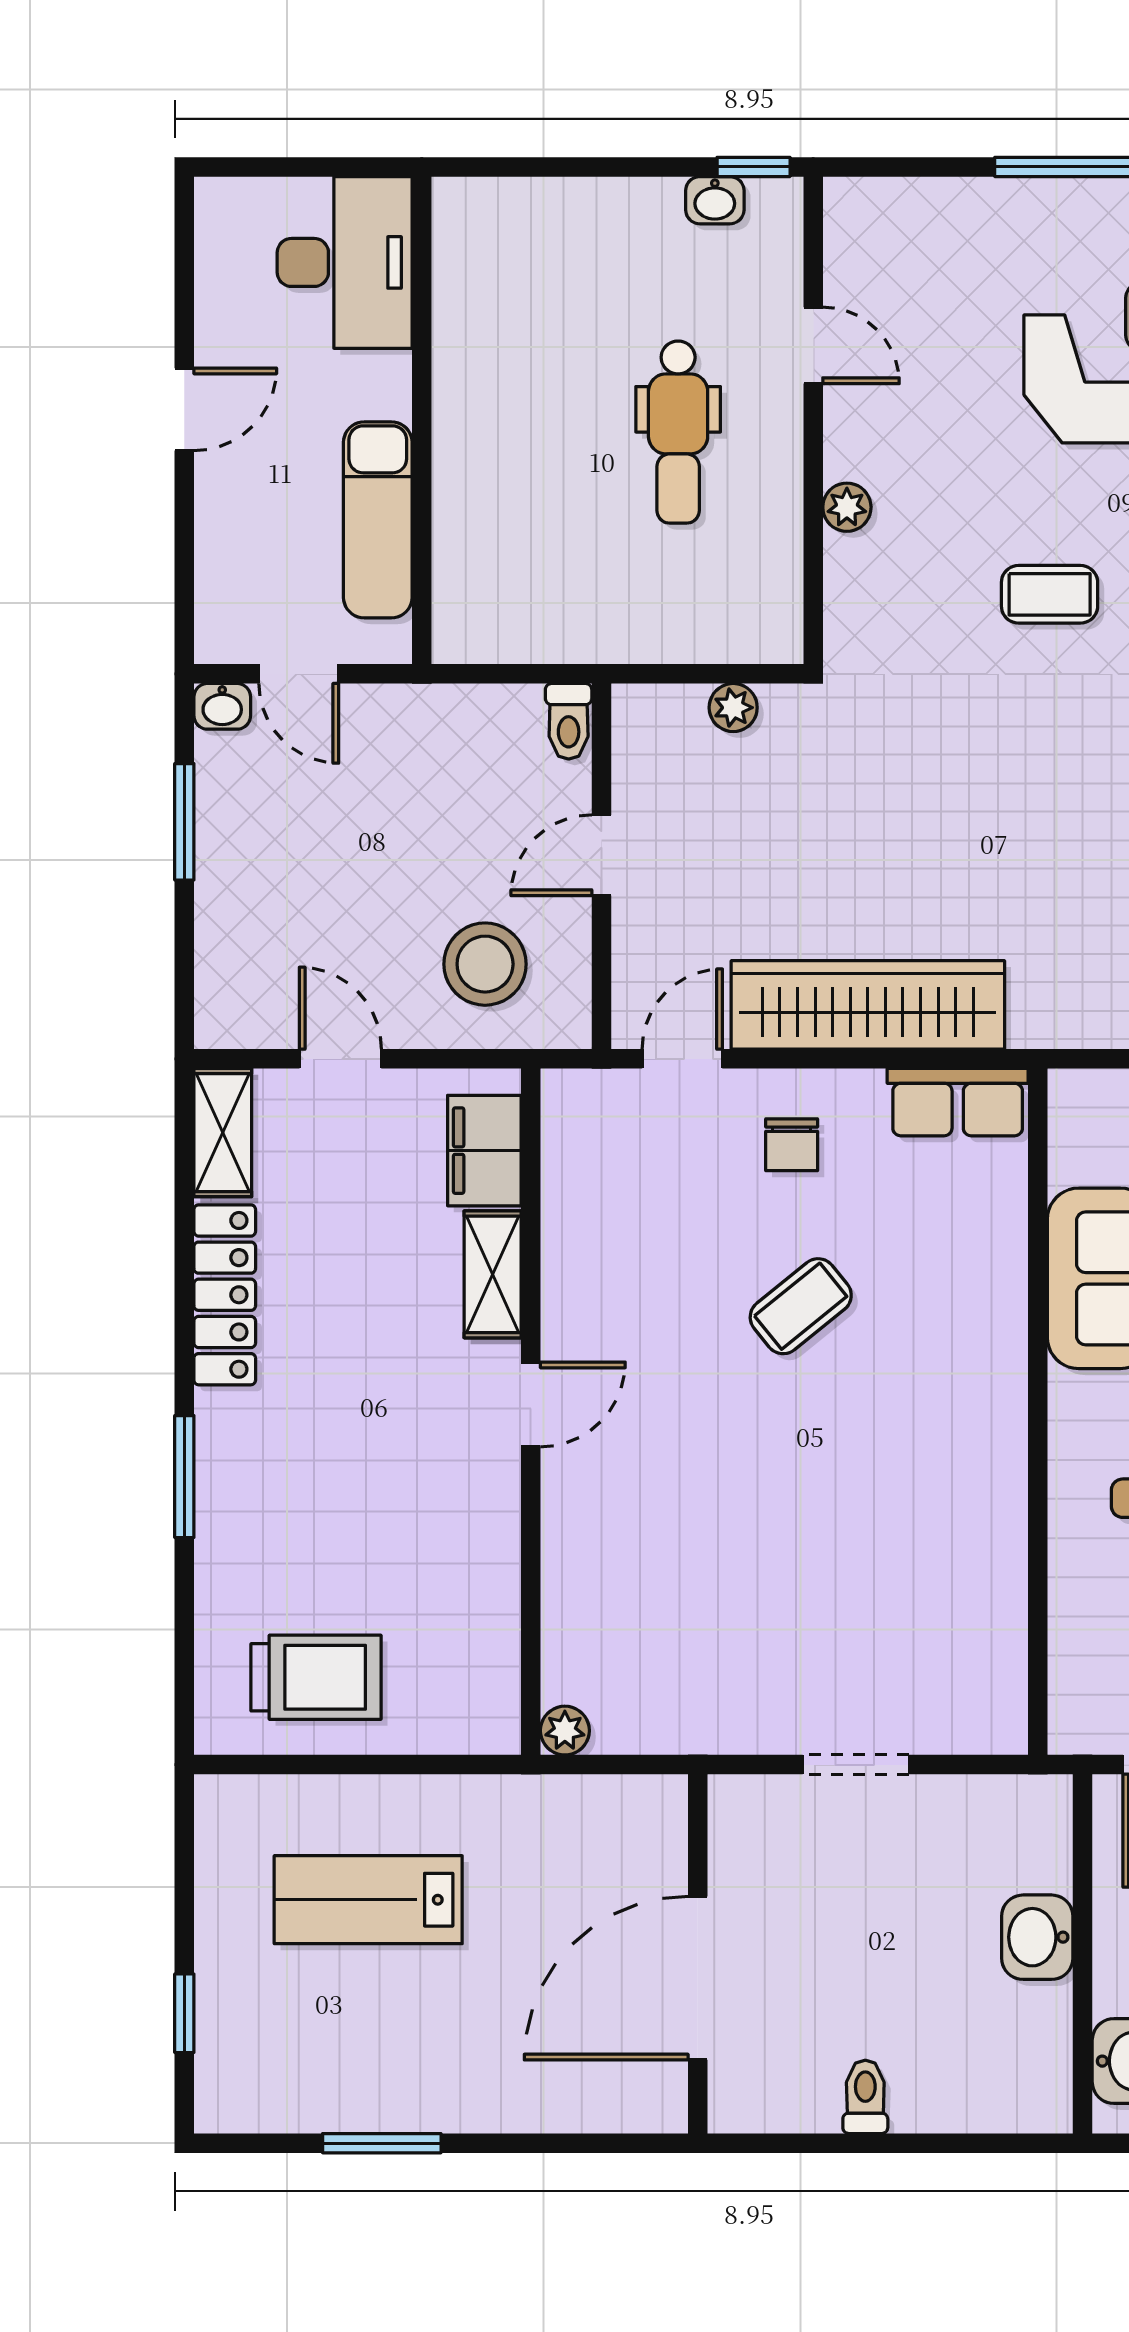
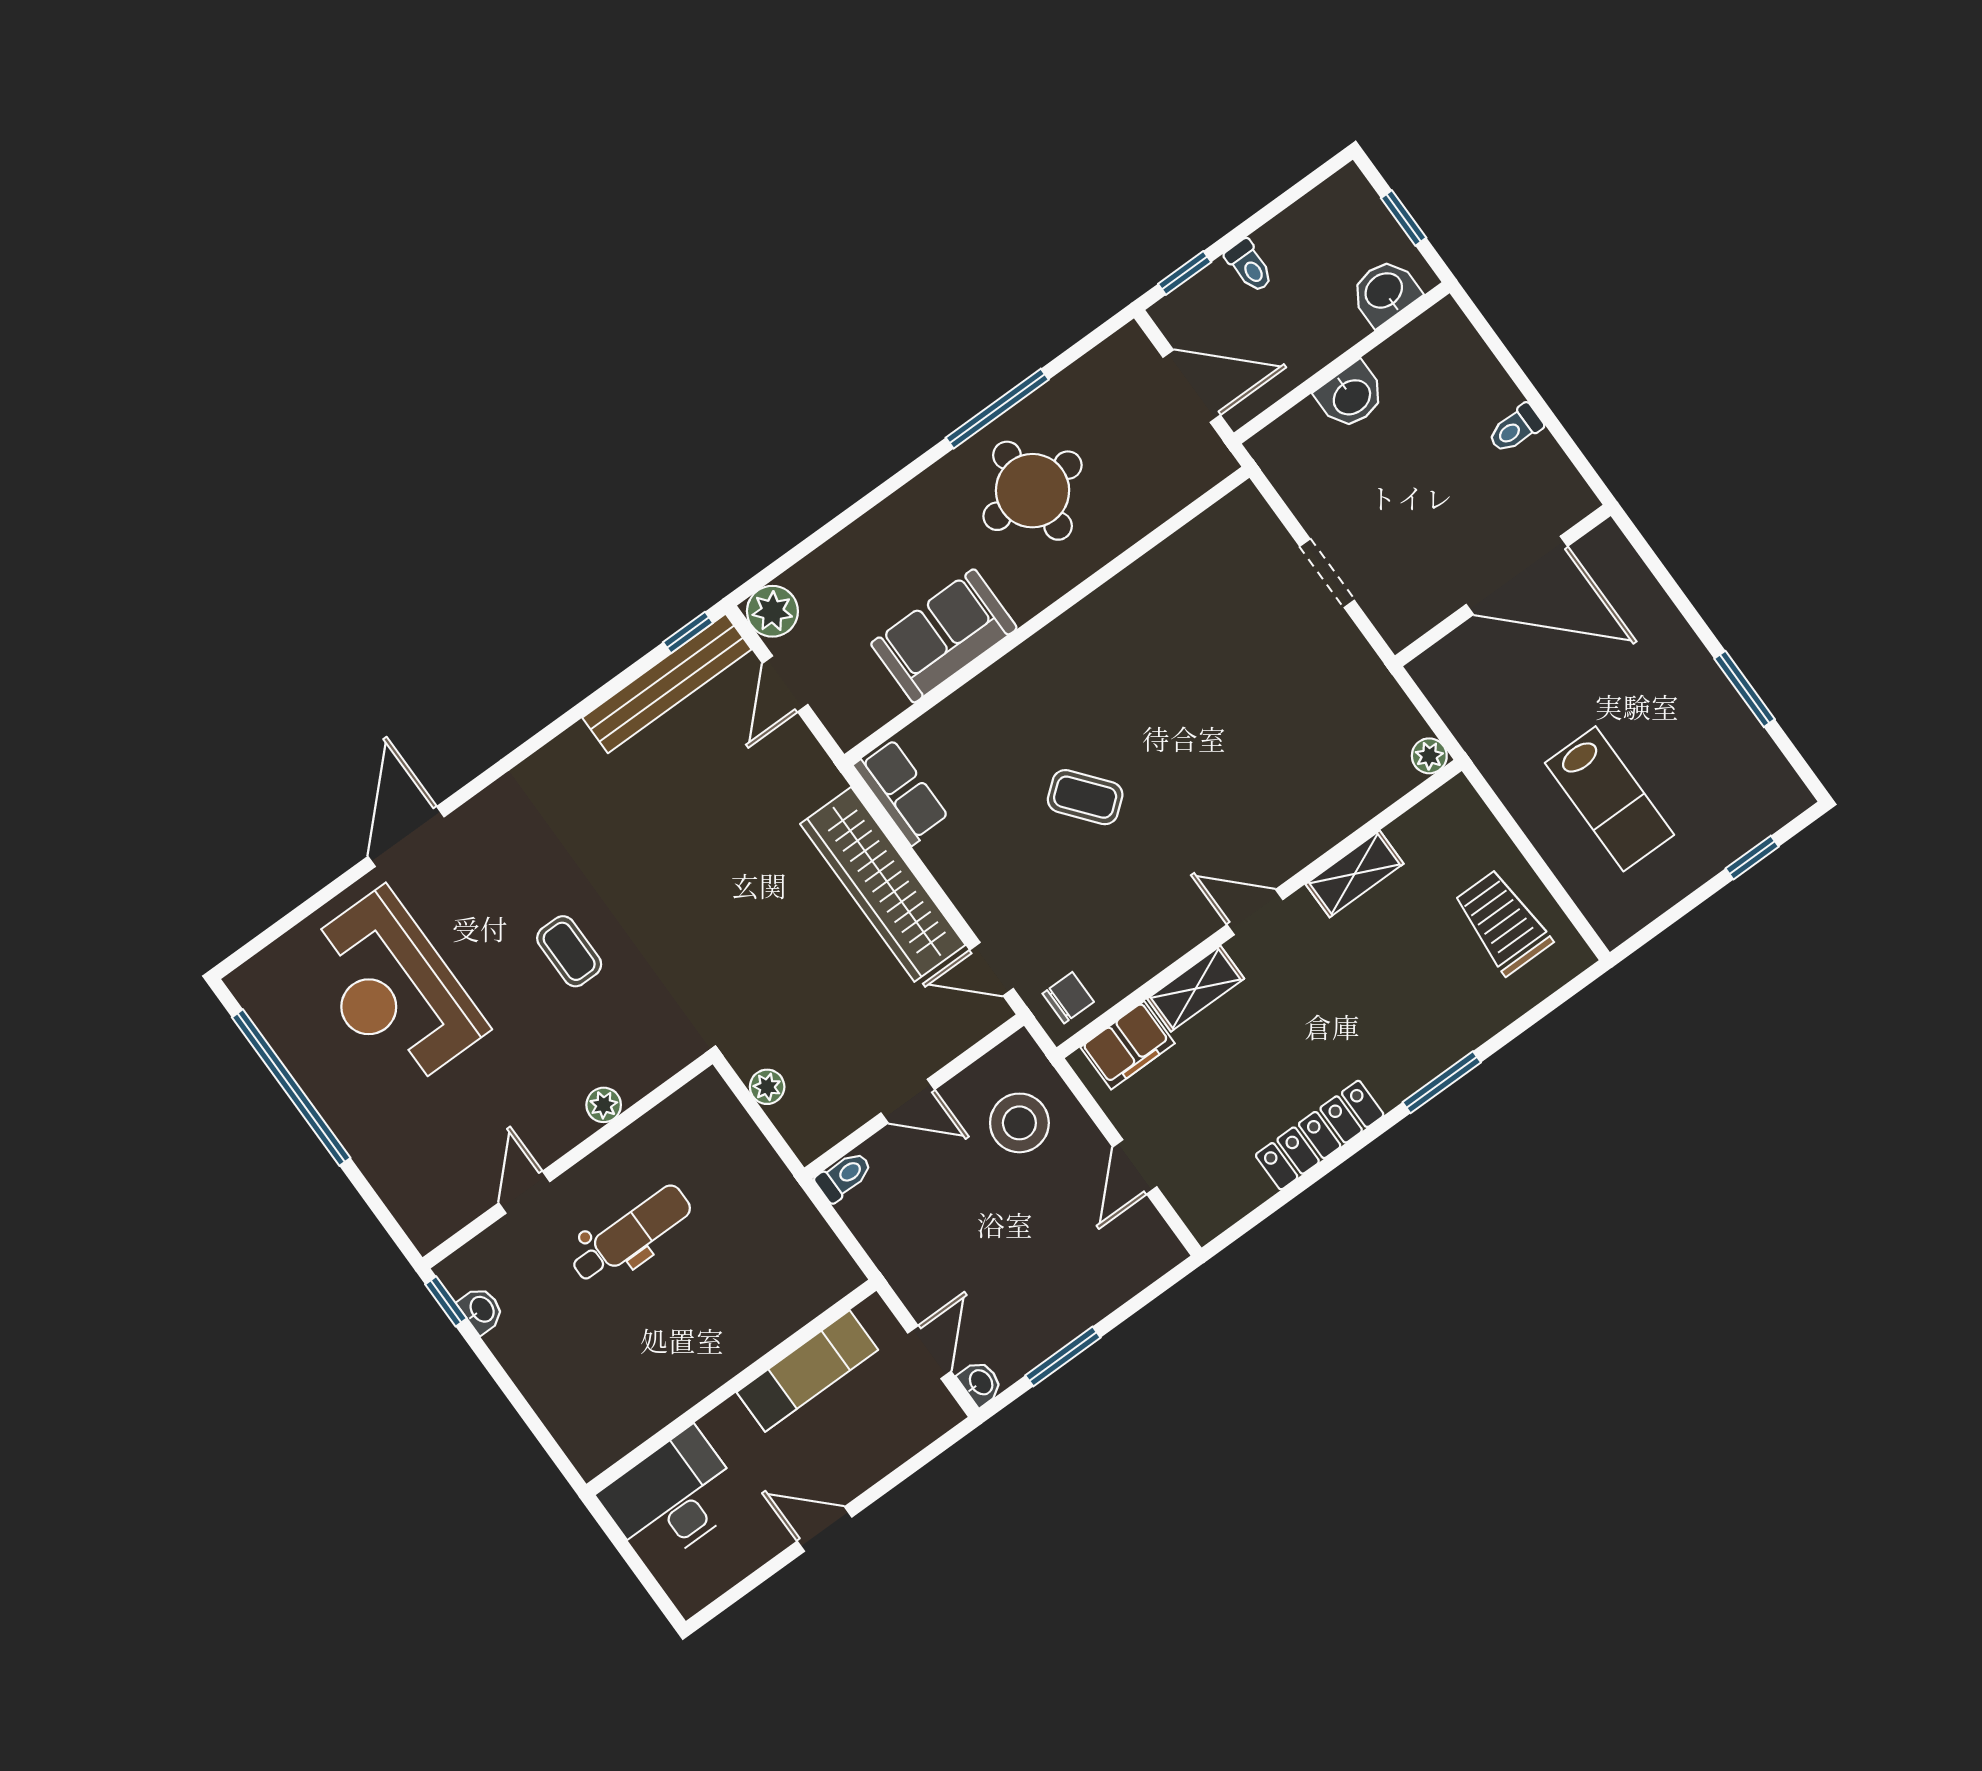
shelving: (223, 1133) -> (1355, 874), moved
chair: (792, 1145) -> (1068, 998), moved

